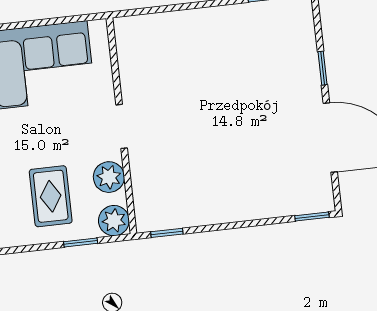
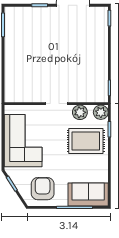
rug: (51, 196) -> (86, 141), width x1.36, depth x1.43

